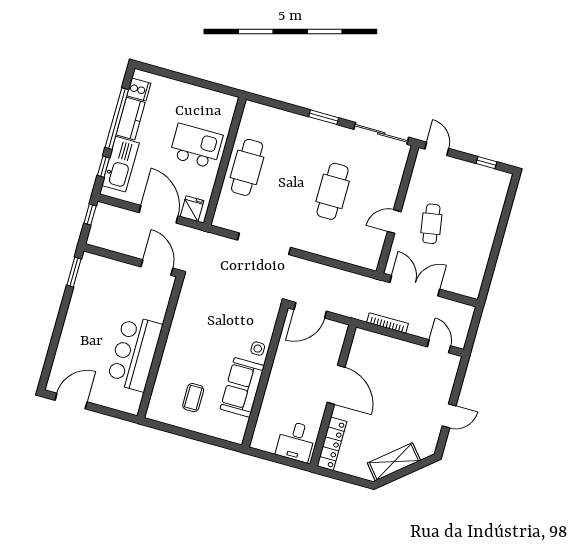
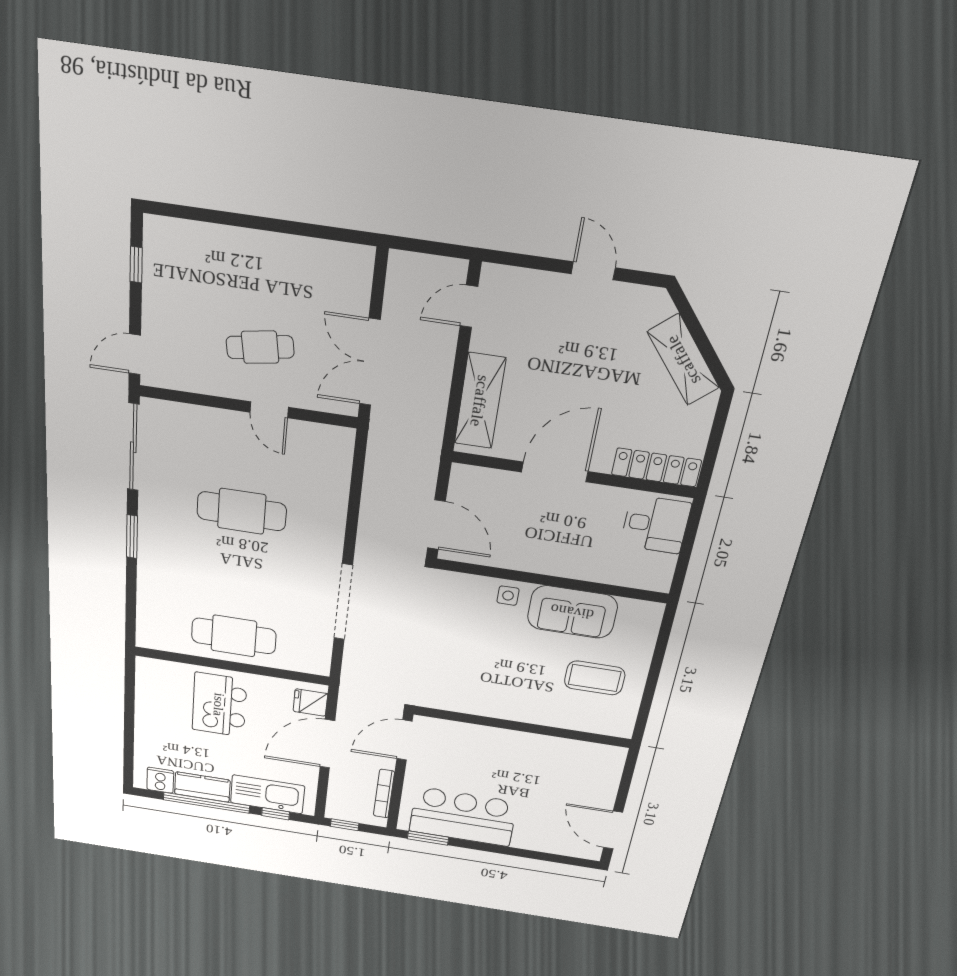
bookcase: (387, 323) -> (384, 794), moved
shelving: (384, 346) -> (480, 401), added
bar counter: (135, 353) -> (463, 817), moved, turned 180
coffee table: (193, 398) -> (595, 678), width x1.36, depth x1.30

